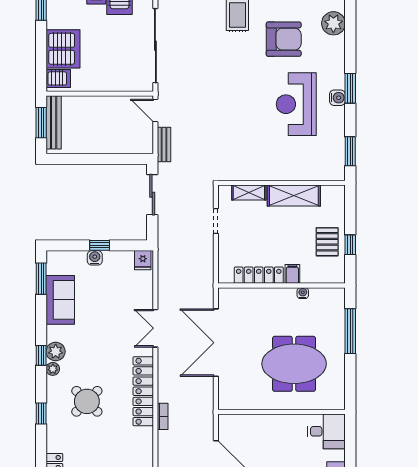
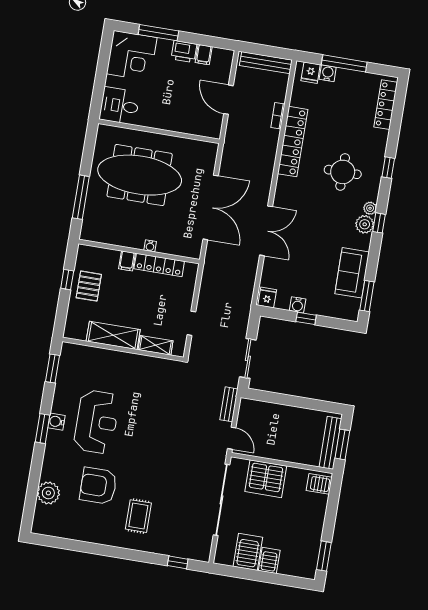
server rack: (63, 49) -> (266, 479), moved, turned -90
water cooler: (95, 258) -> (298, 305), moved
water cooler: (303, 293) -> (150, 246), moved
double door: (155, 328) -> (266, 231), width x1.37
meeting table: (294, 364) -> (140, 175), width x1.36
locker: (143, 391) -> (293, 142), moved
round table: (87, 401) -> (343, 172), turned 45
bookcase: (163, 416) -> (278, 116), moved

